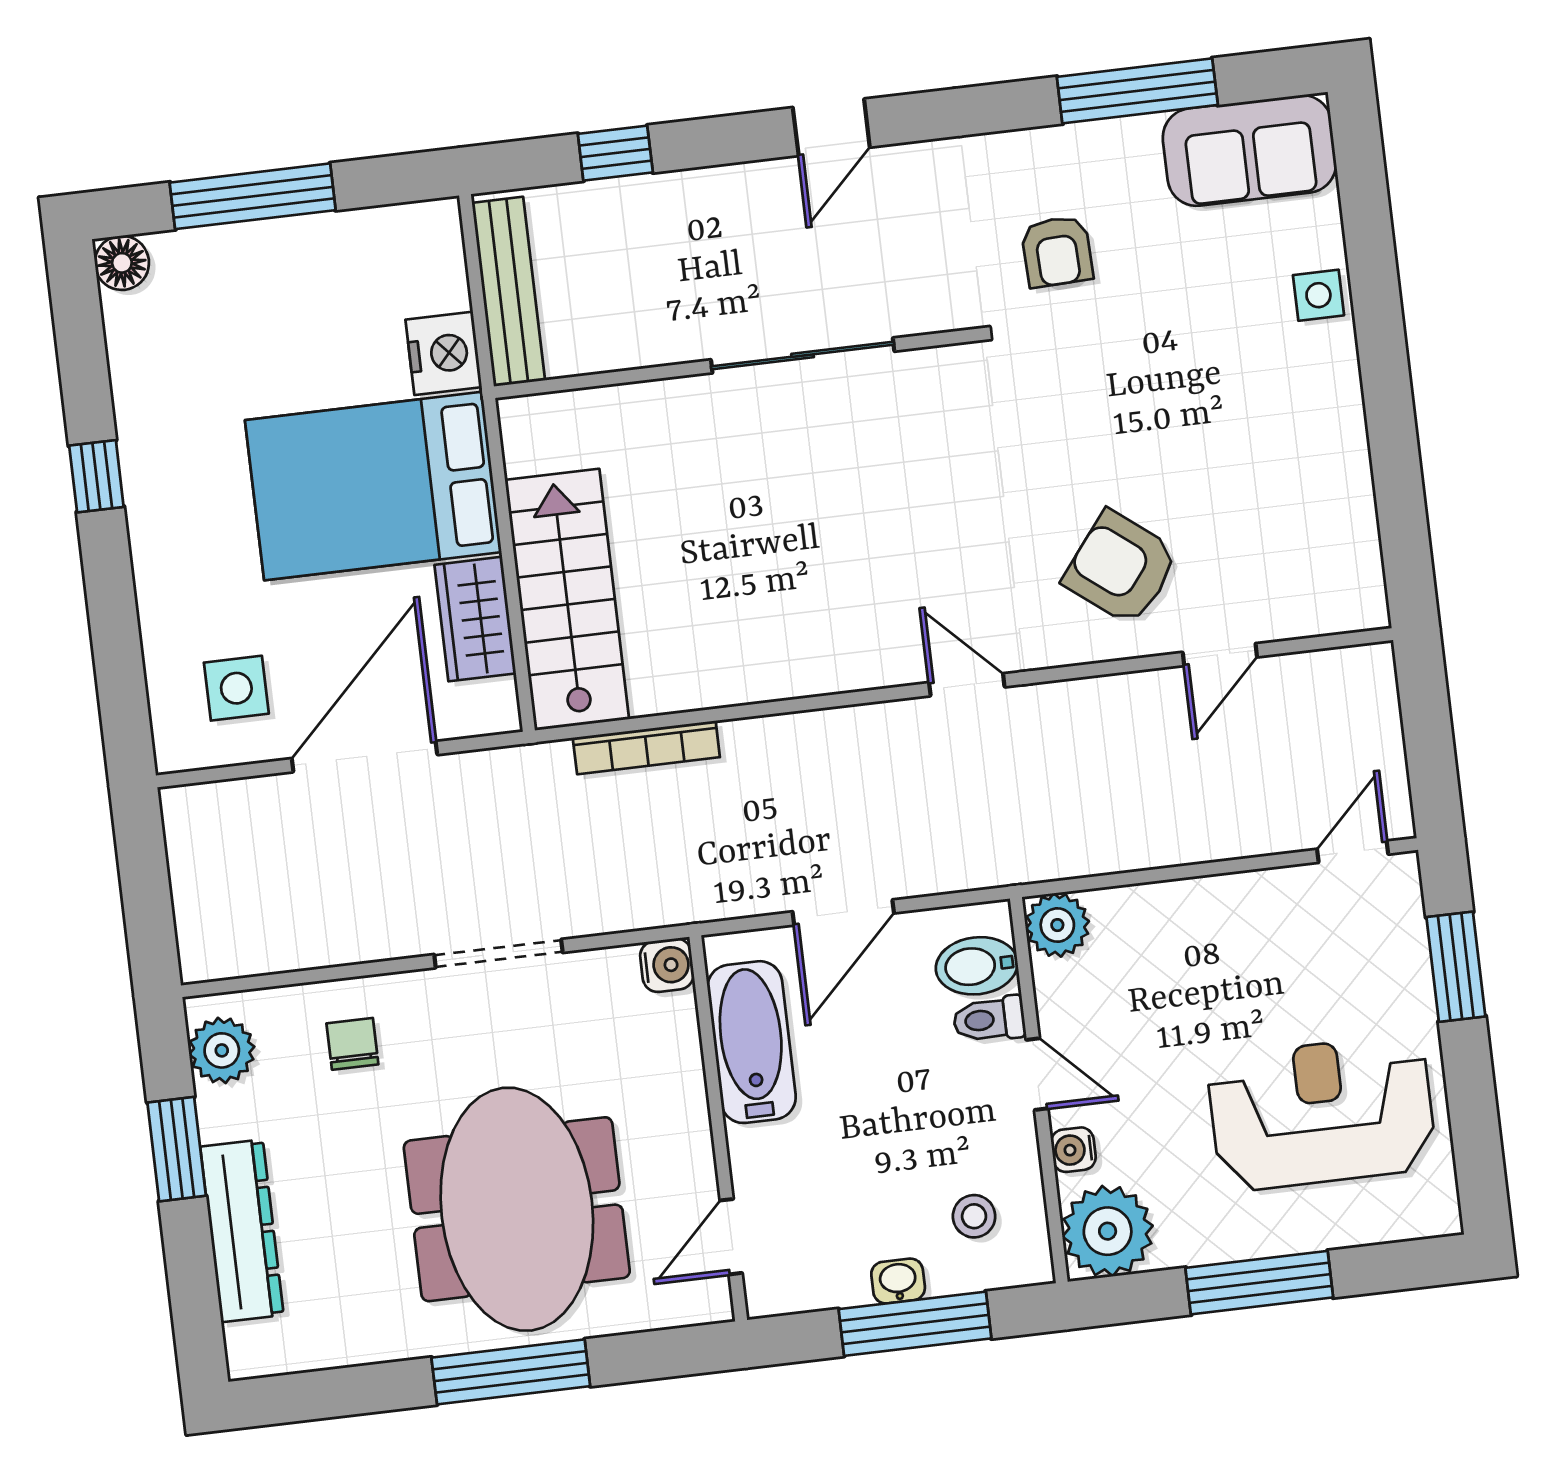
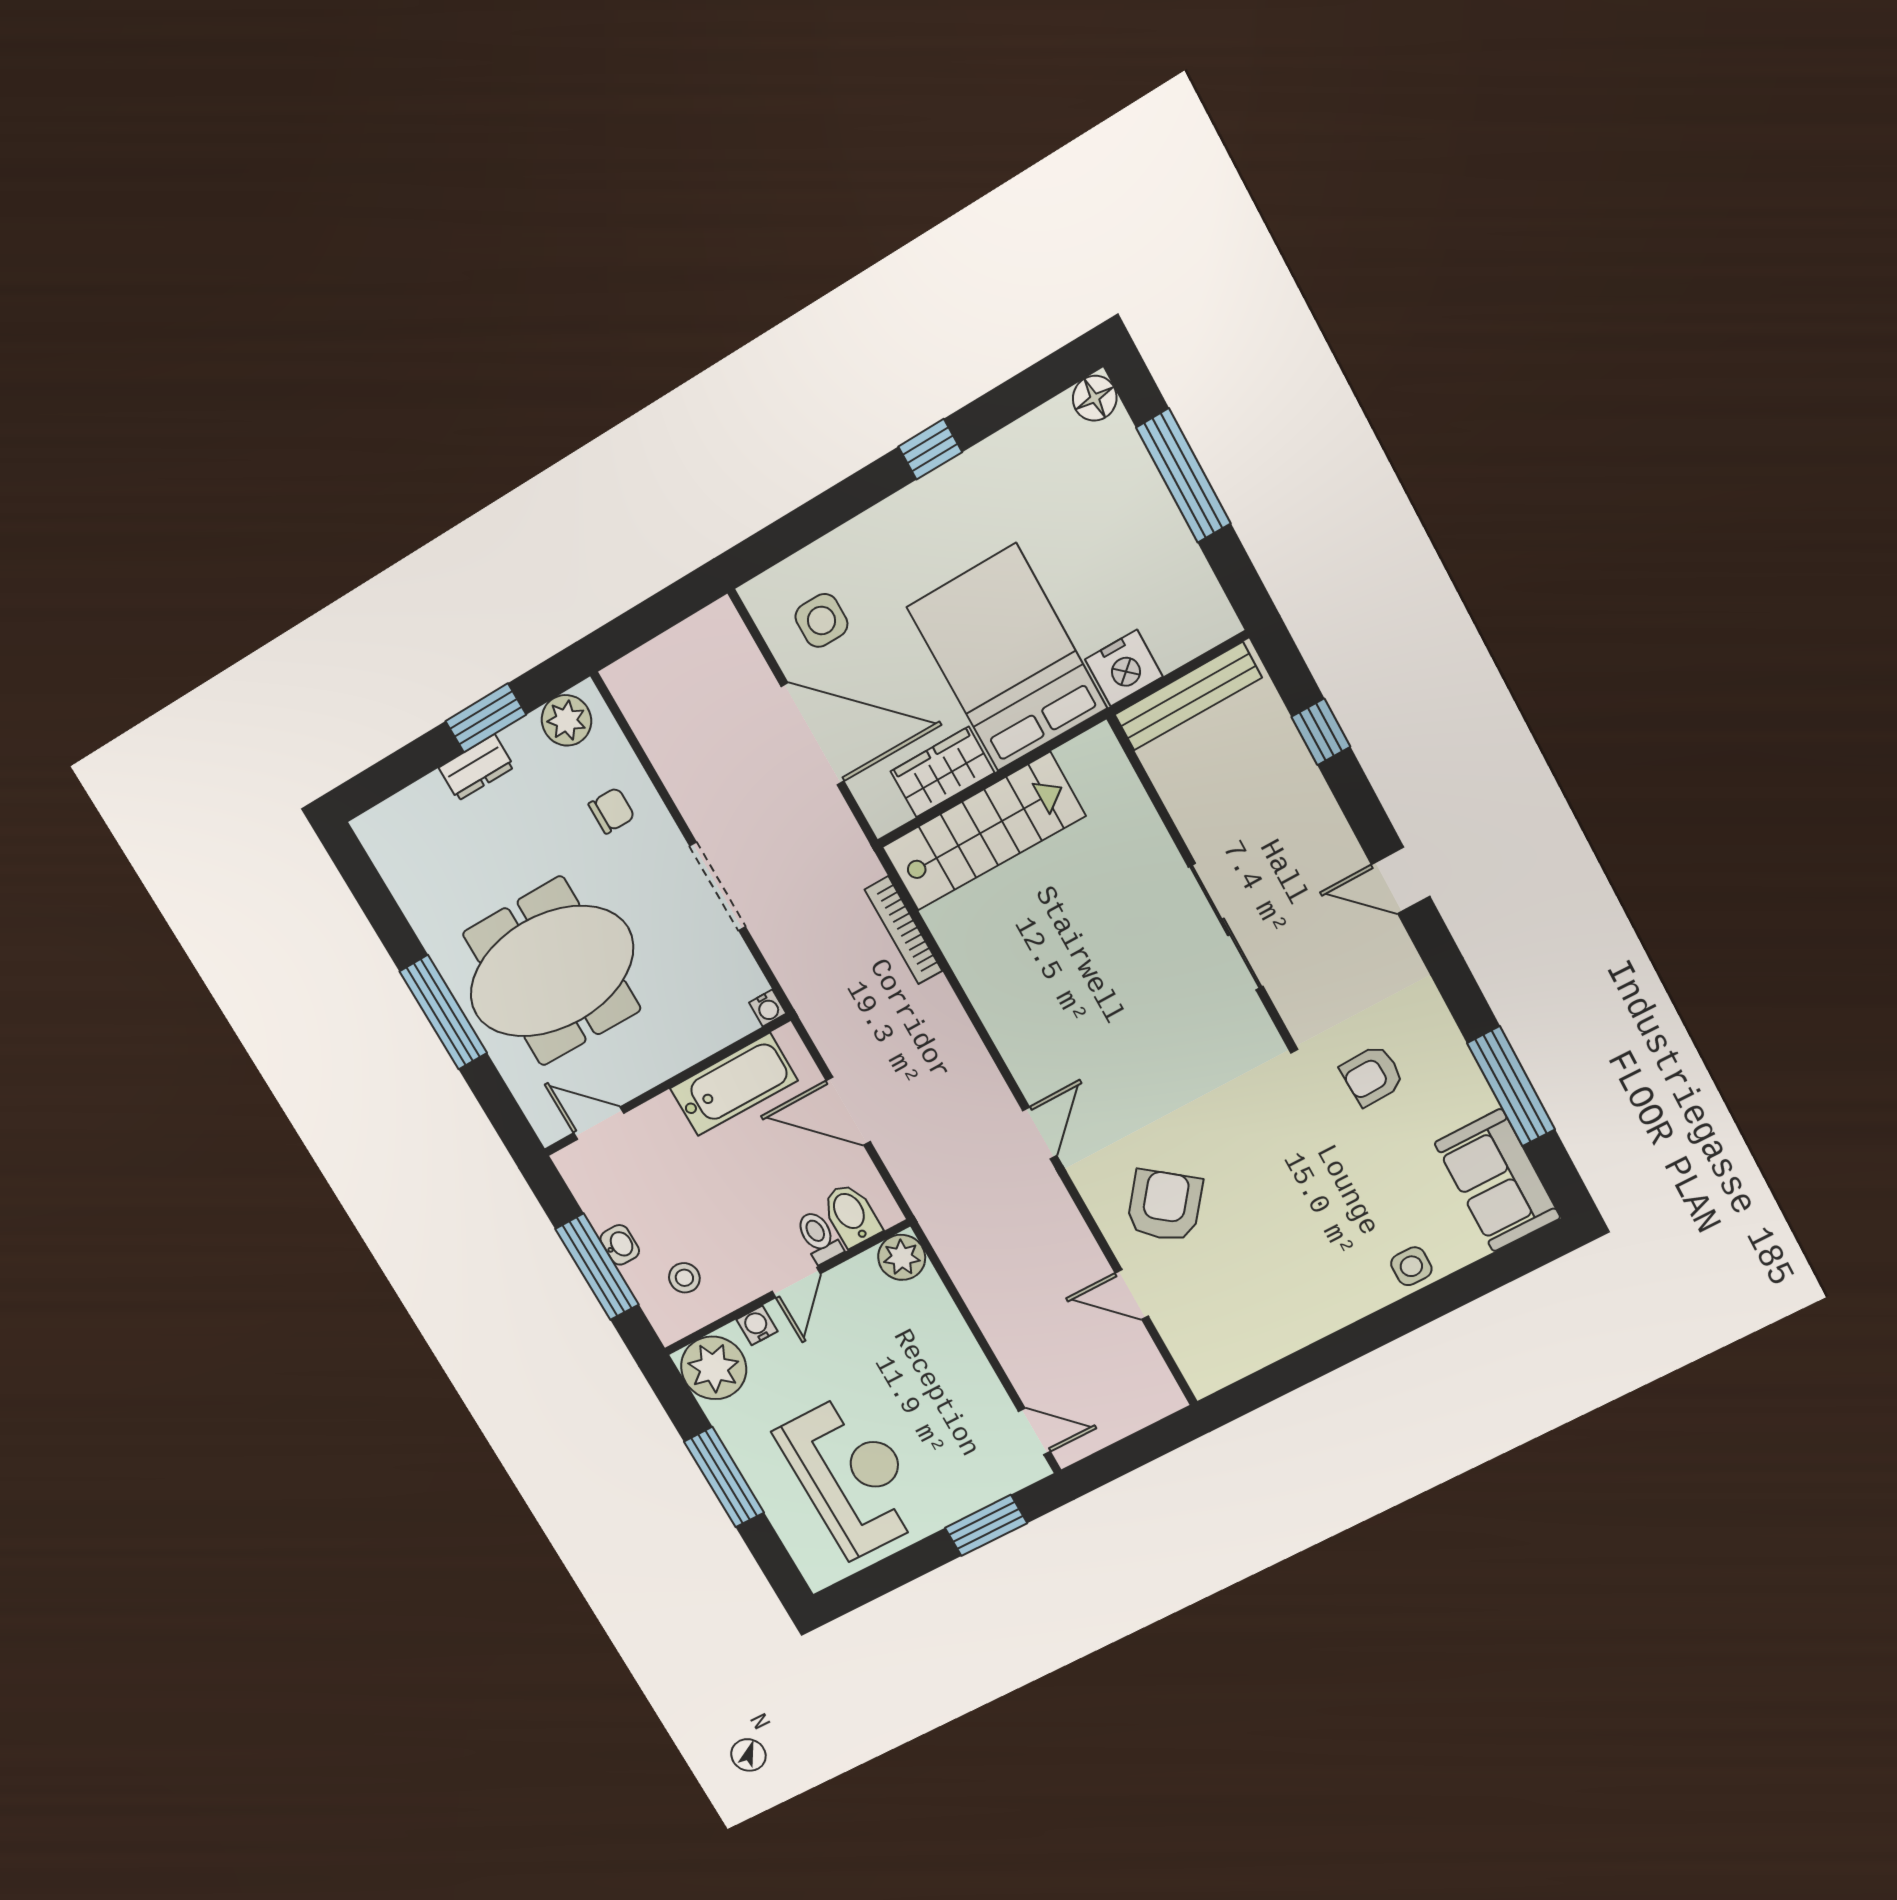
water cooler: (667, 965) -> (768, 1008), width x0.72, depth x0.72
dresser: (242, 1231) -> (476, 767), width x0.51, depth x0.80

